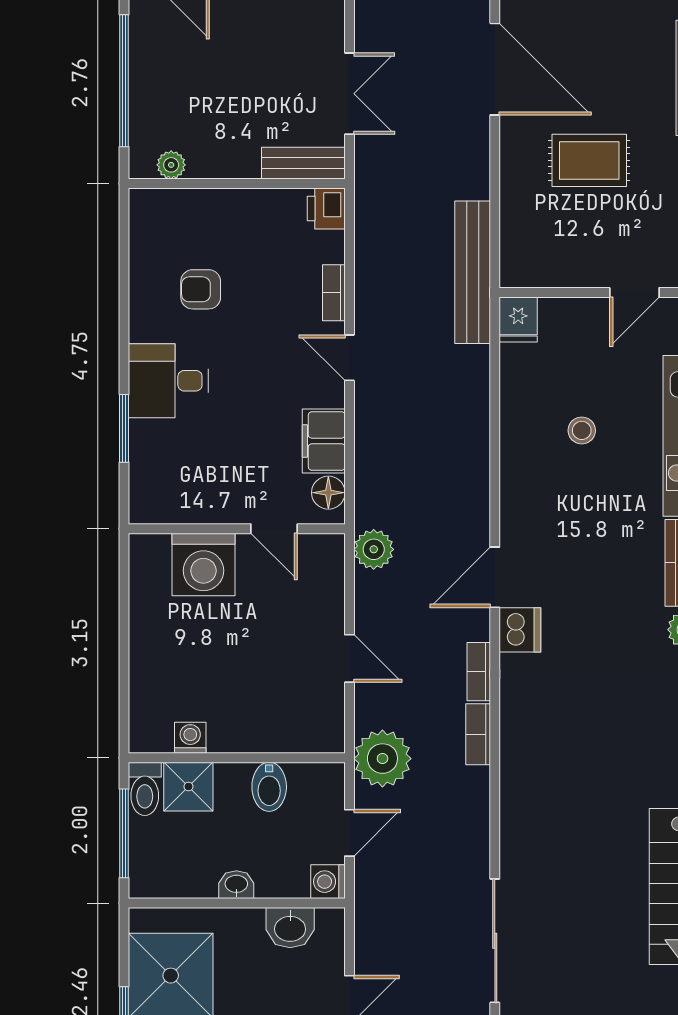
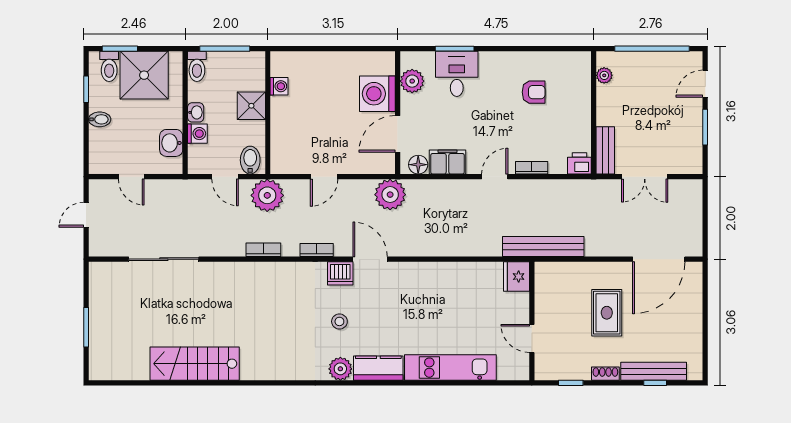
armchair: (201, 289) -> (534, 92), turned 90
fridge: (518, 319) -> (516, 277), width x1.38
desk: (168, 381) -> (457, 74), moved
stool: (582, 430) -> (339, 321), moved
plant: (181, 503) -> (412, 81), added
door: (274, 529) -> (398, 134), width x1.38
plant: (374, 549) -> (390, 195), width x1.36, depth x1.36
bookcase: (478, 734) -> (263, 250), moved
shower: (188, 787) -> (251, 106), moved
bidet: (269, 787) -> (250, 160), moved, turned 90
toilet: (145, 789) -> (197, 66), moved, turned -90
washing machine: (328, 882) -> (197, 134), moved, turned 90

